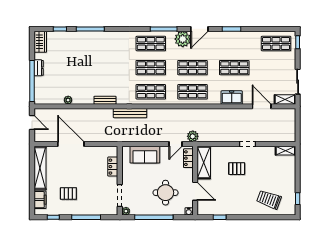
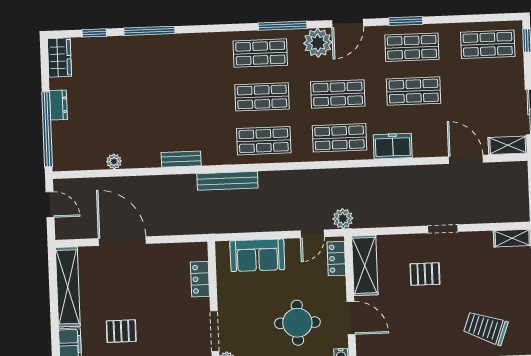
shop shelf: (234, 44) -> (412, 47), added
freezer: (232, 97) -> (393, 146), moved

